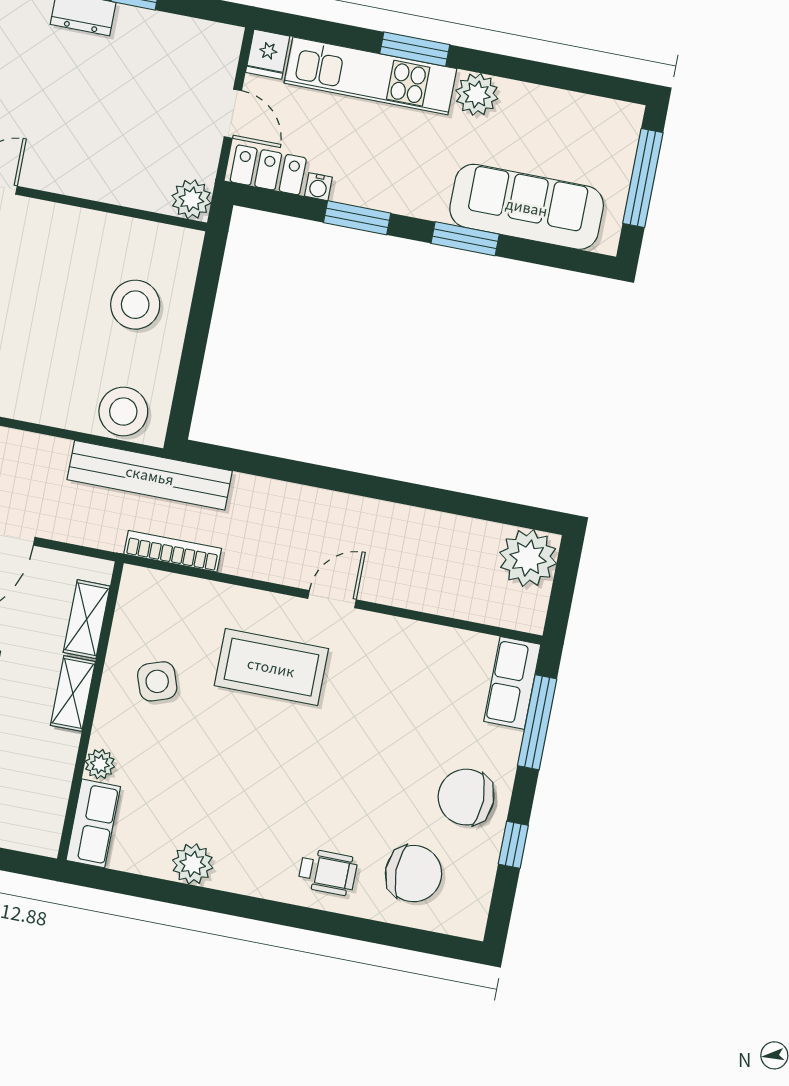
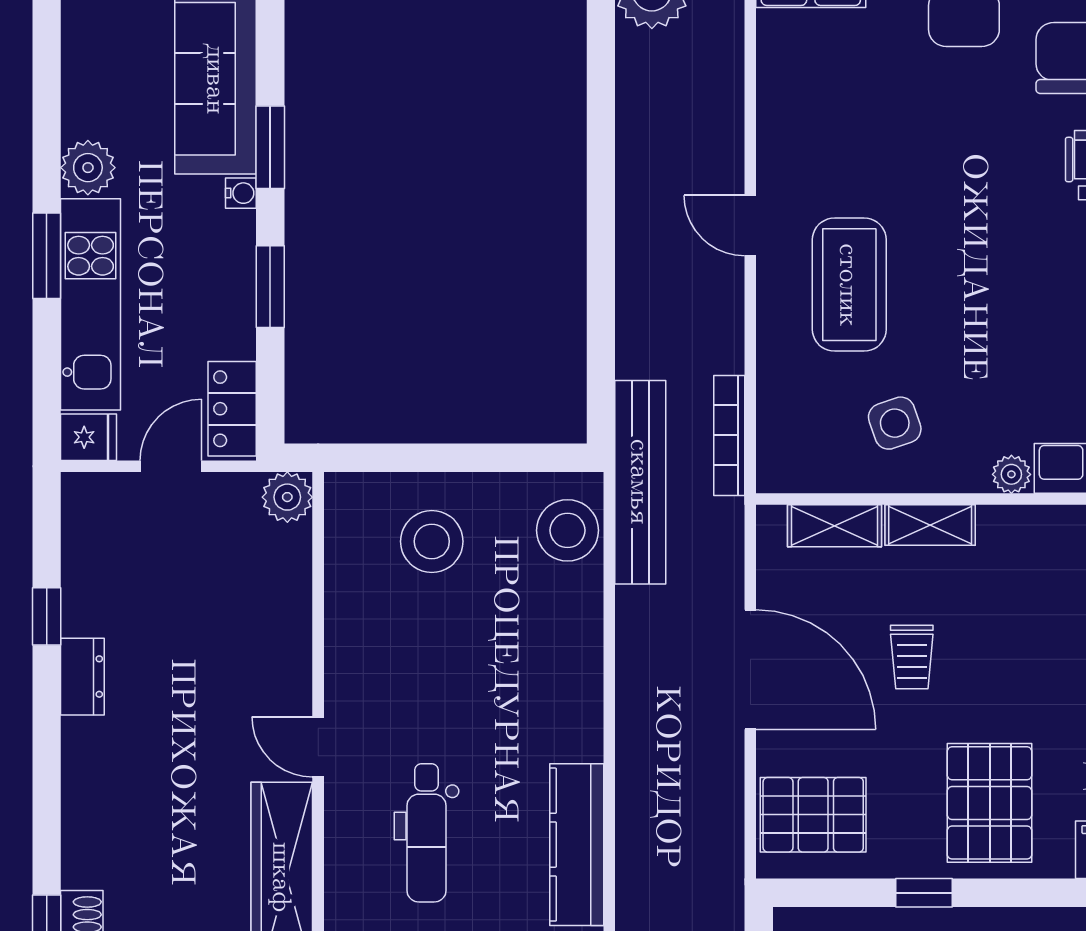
water cooler: (318, 187) -> (241, 193), moved

